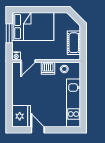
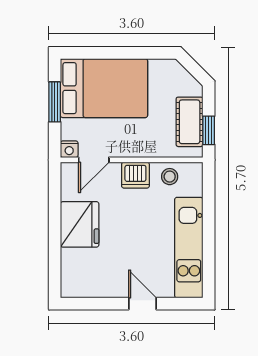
window: (83, 47) -> (209, 130), added
fridge: (21, 116) -> (80, 224), moved
door: (38, 130) -> (142, 304), moved

